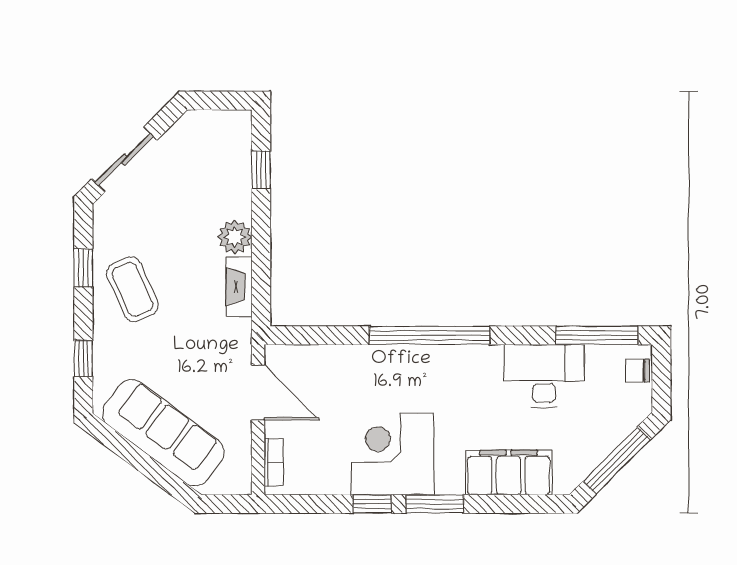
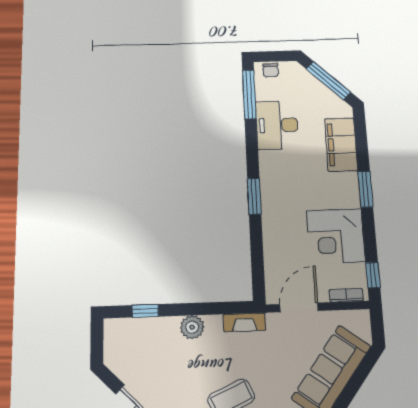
fireplace: (239, 287) -> (244, 322), moved
window: (430, 335) -> (254, 196), width x0.47
corner desk: (393, 454) -> (336, 236), moved
window: (372, 504) -> (373, 275), moved

